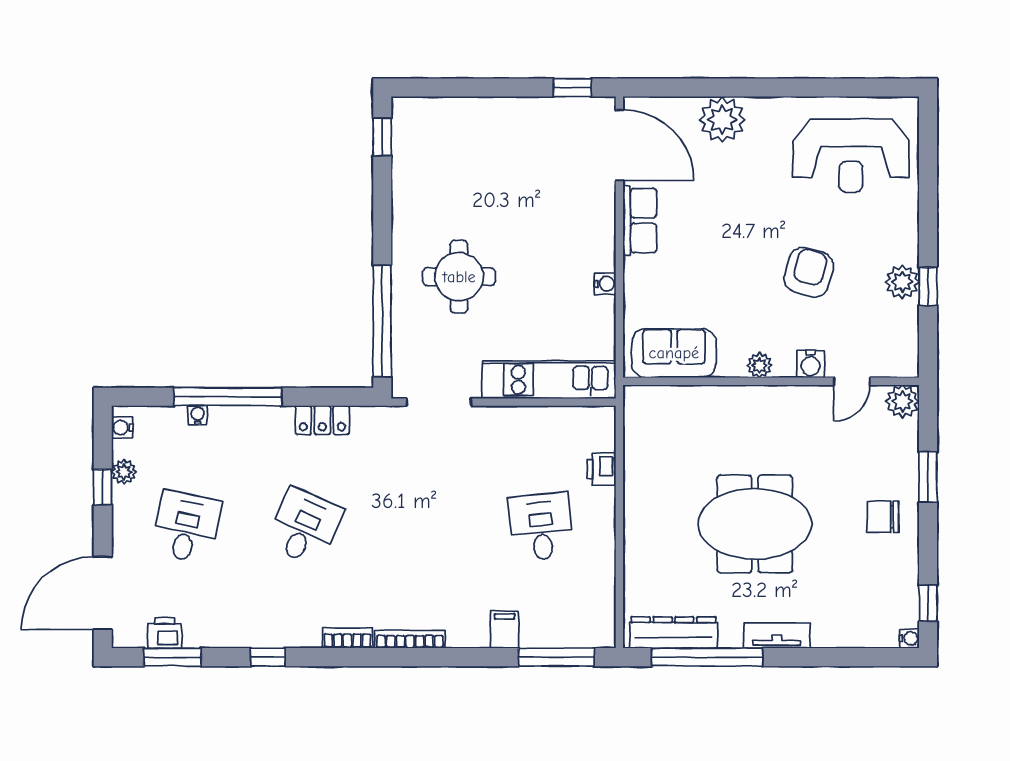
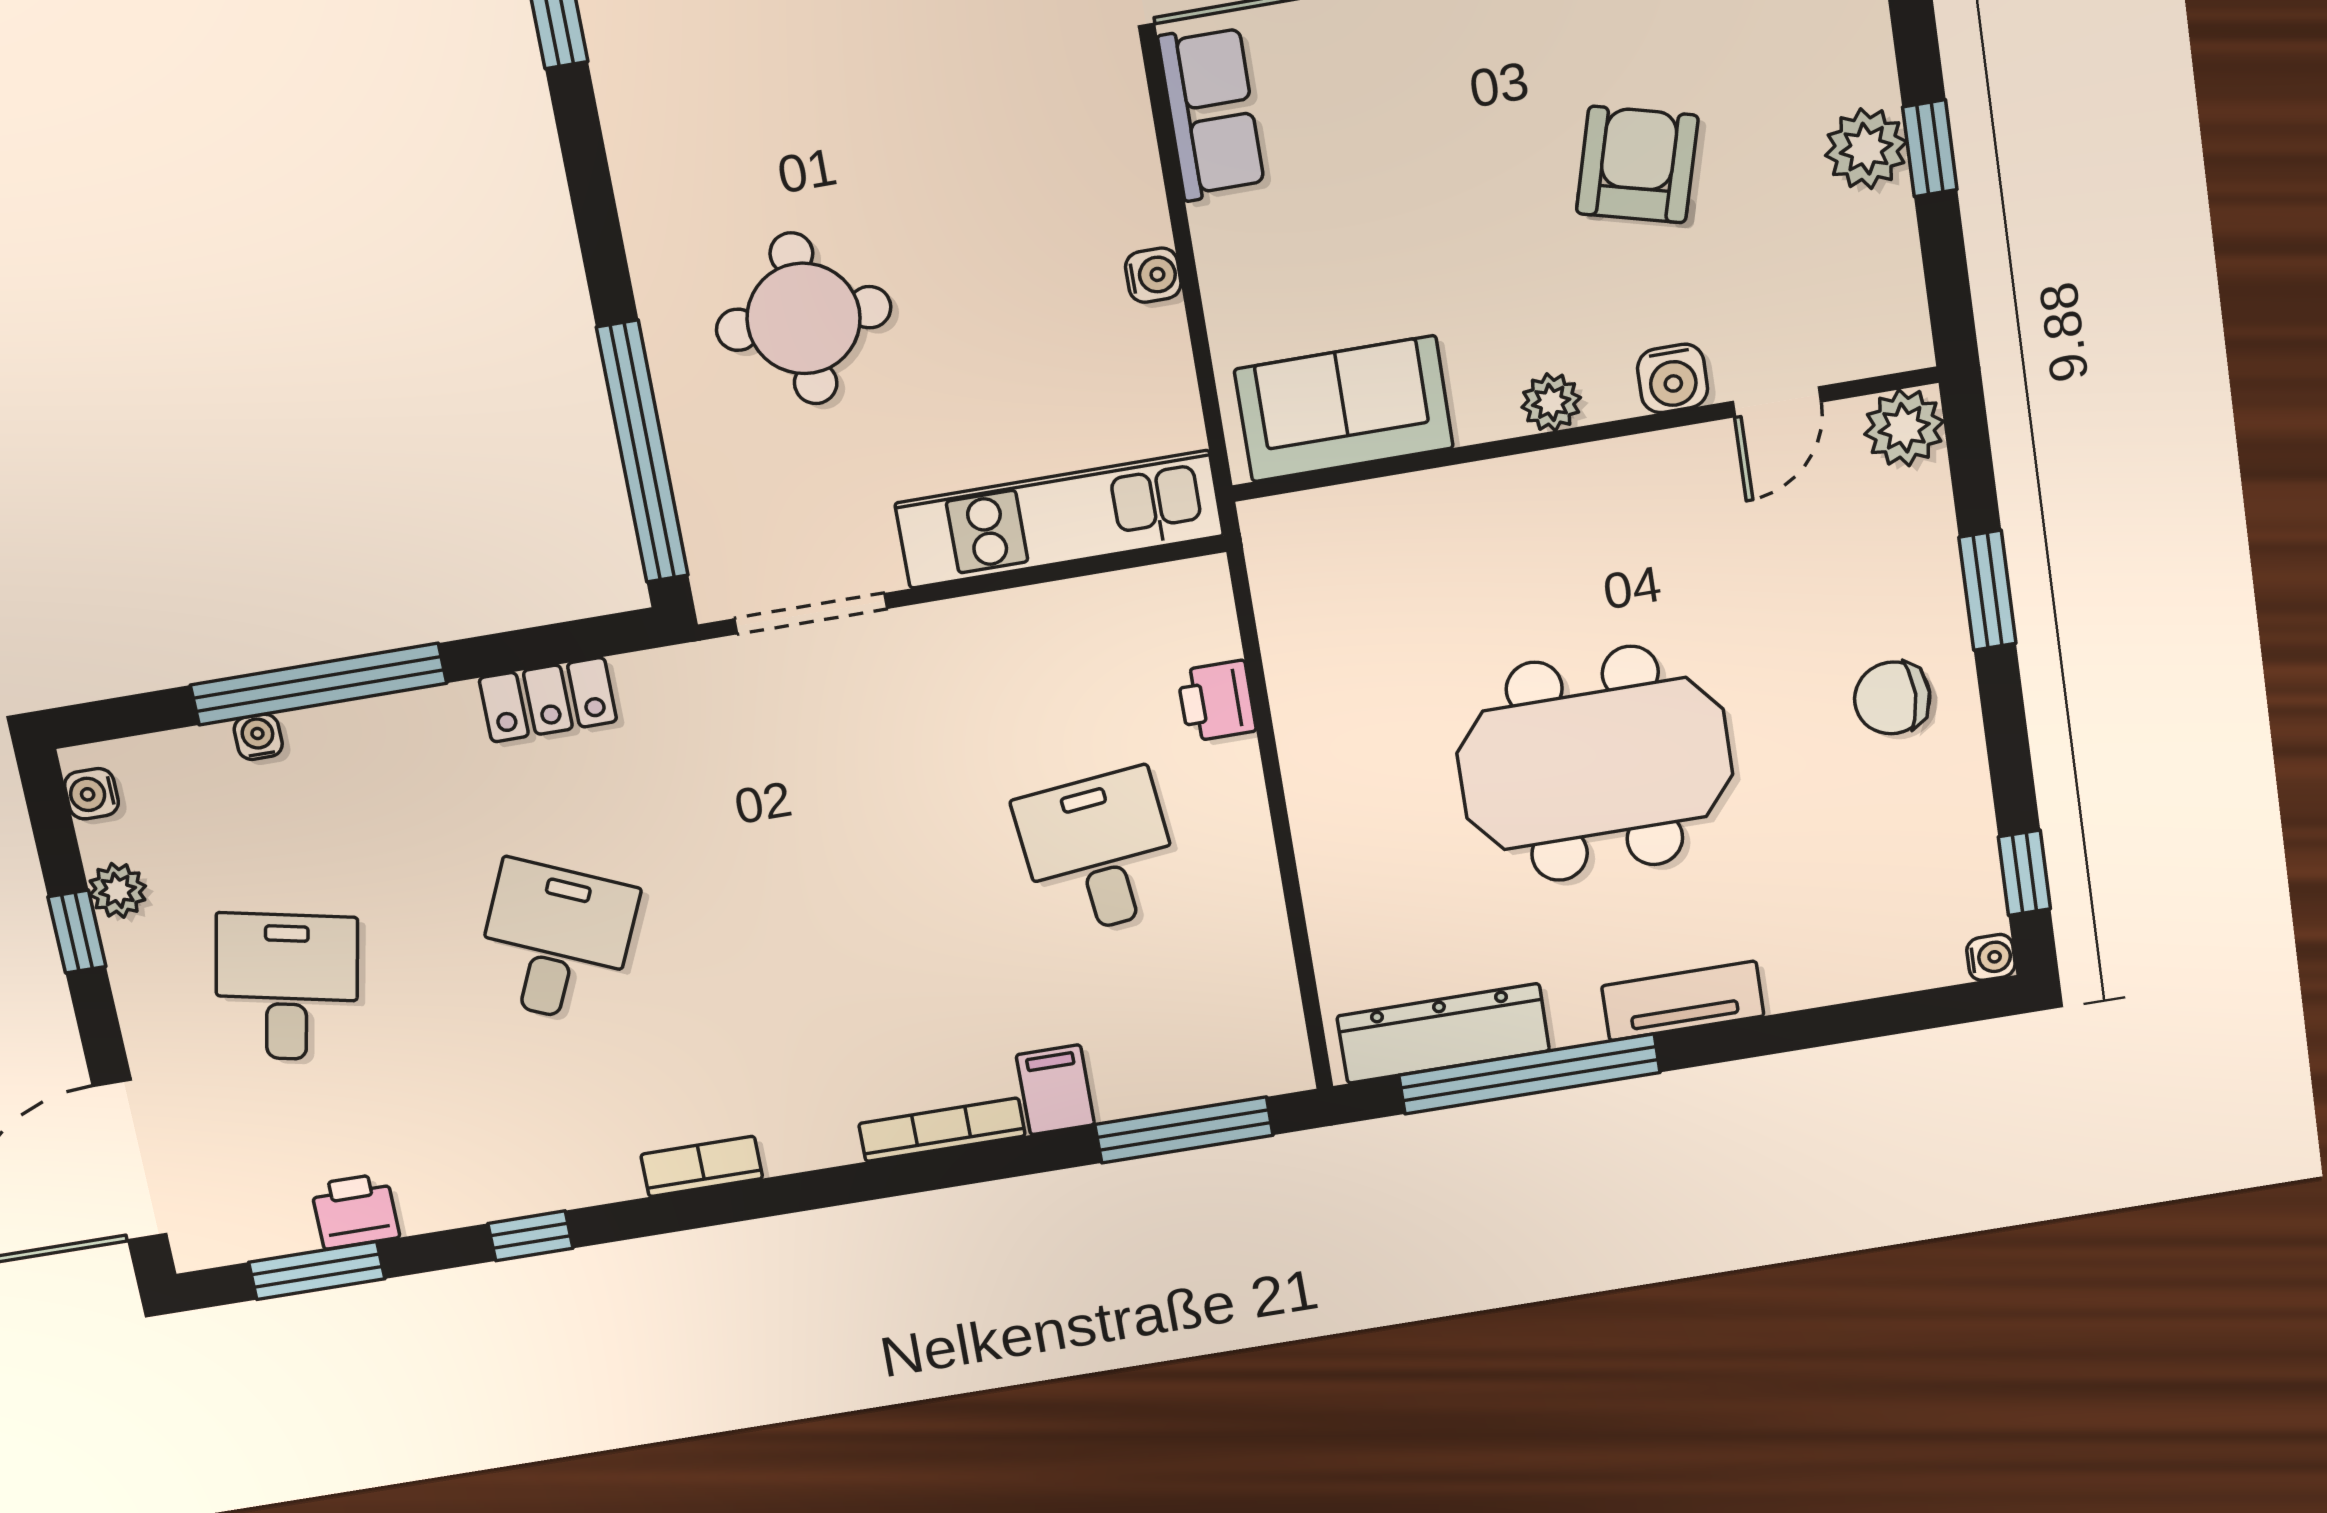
printer: (165, 633) -> (355, 1211), moved
bookcase: (410, 639) -> (942, 1130), moved

